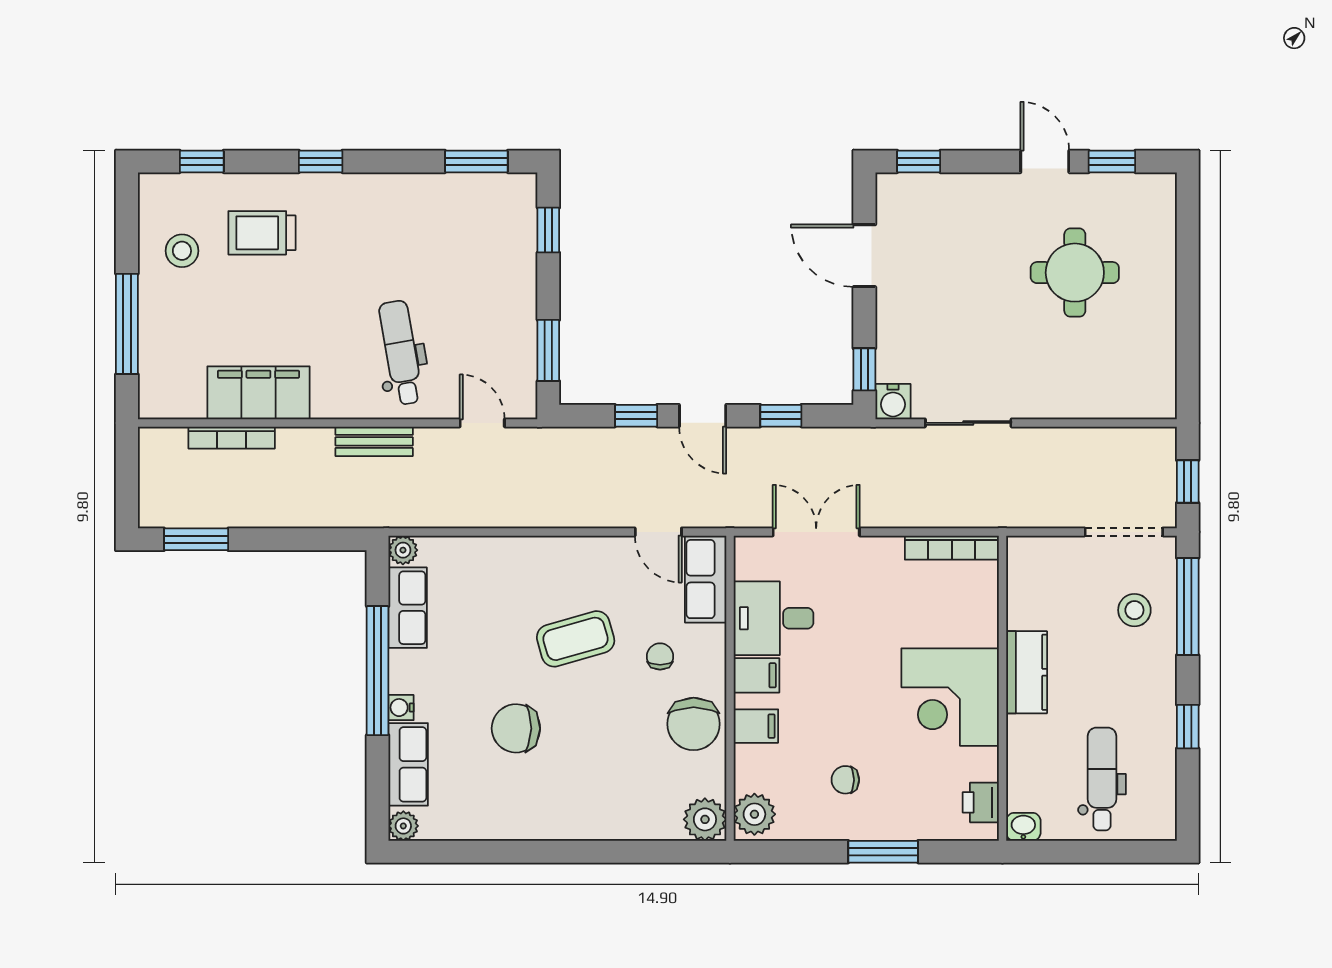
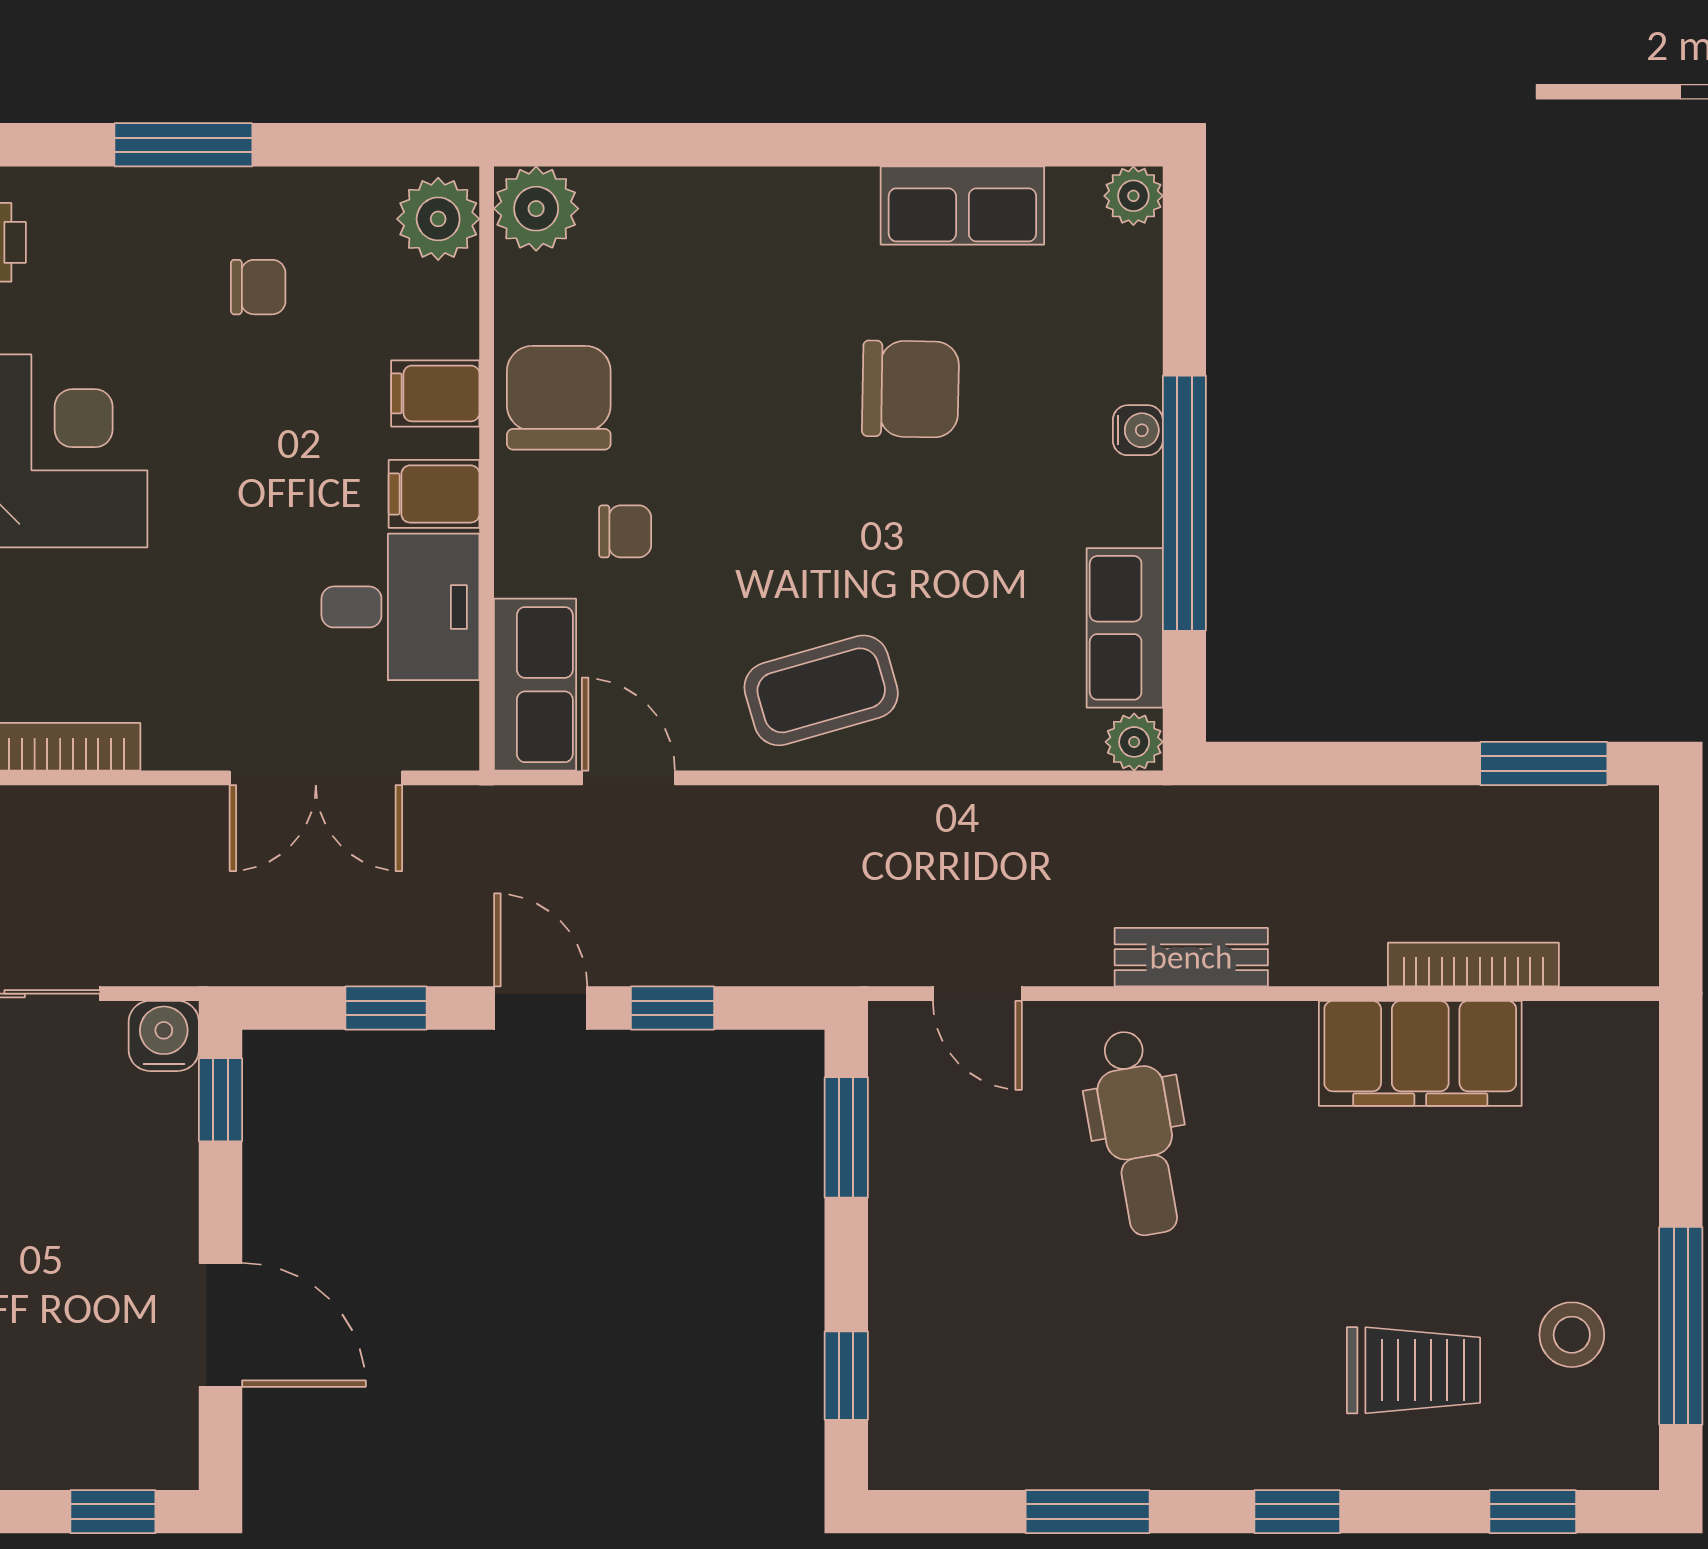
window: (476, 161) -> (1088, 1512), moved
window: (127, 324) -> (1681, 1326), moved
coffee table: (576, 639) -> (821, 690), moved
chair: (660, 656) -> (625, 531), turned -90
row of seats: (408, 764) -> (962, 205), moved, turned -90

